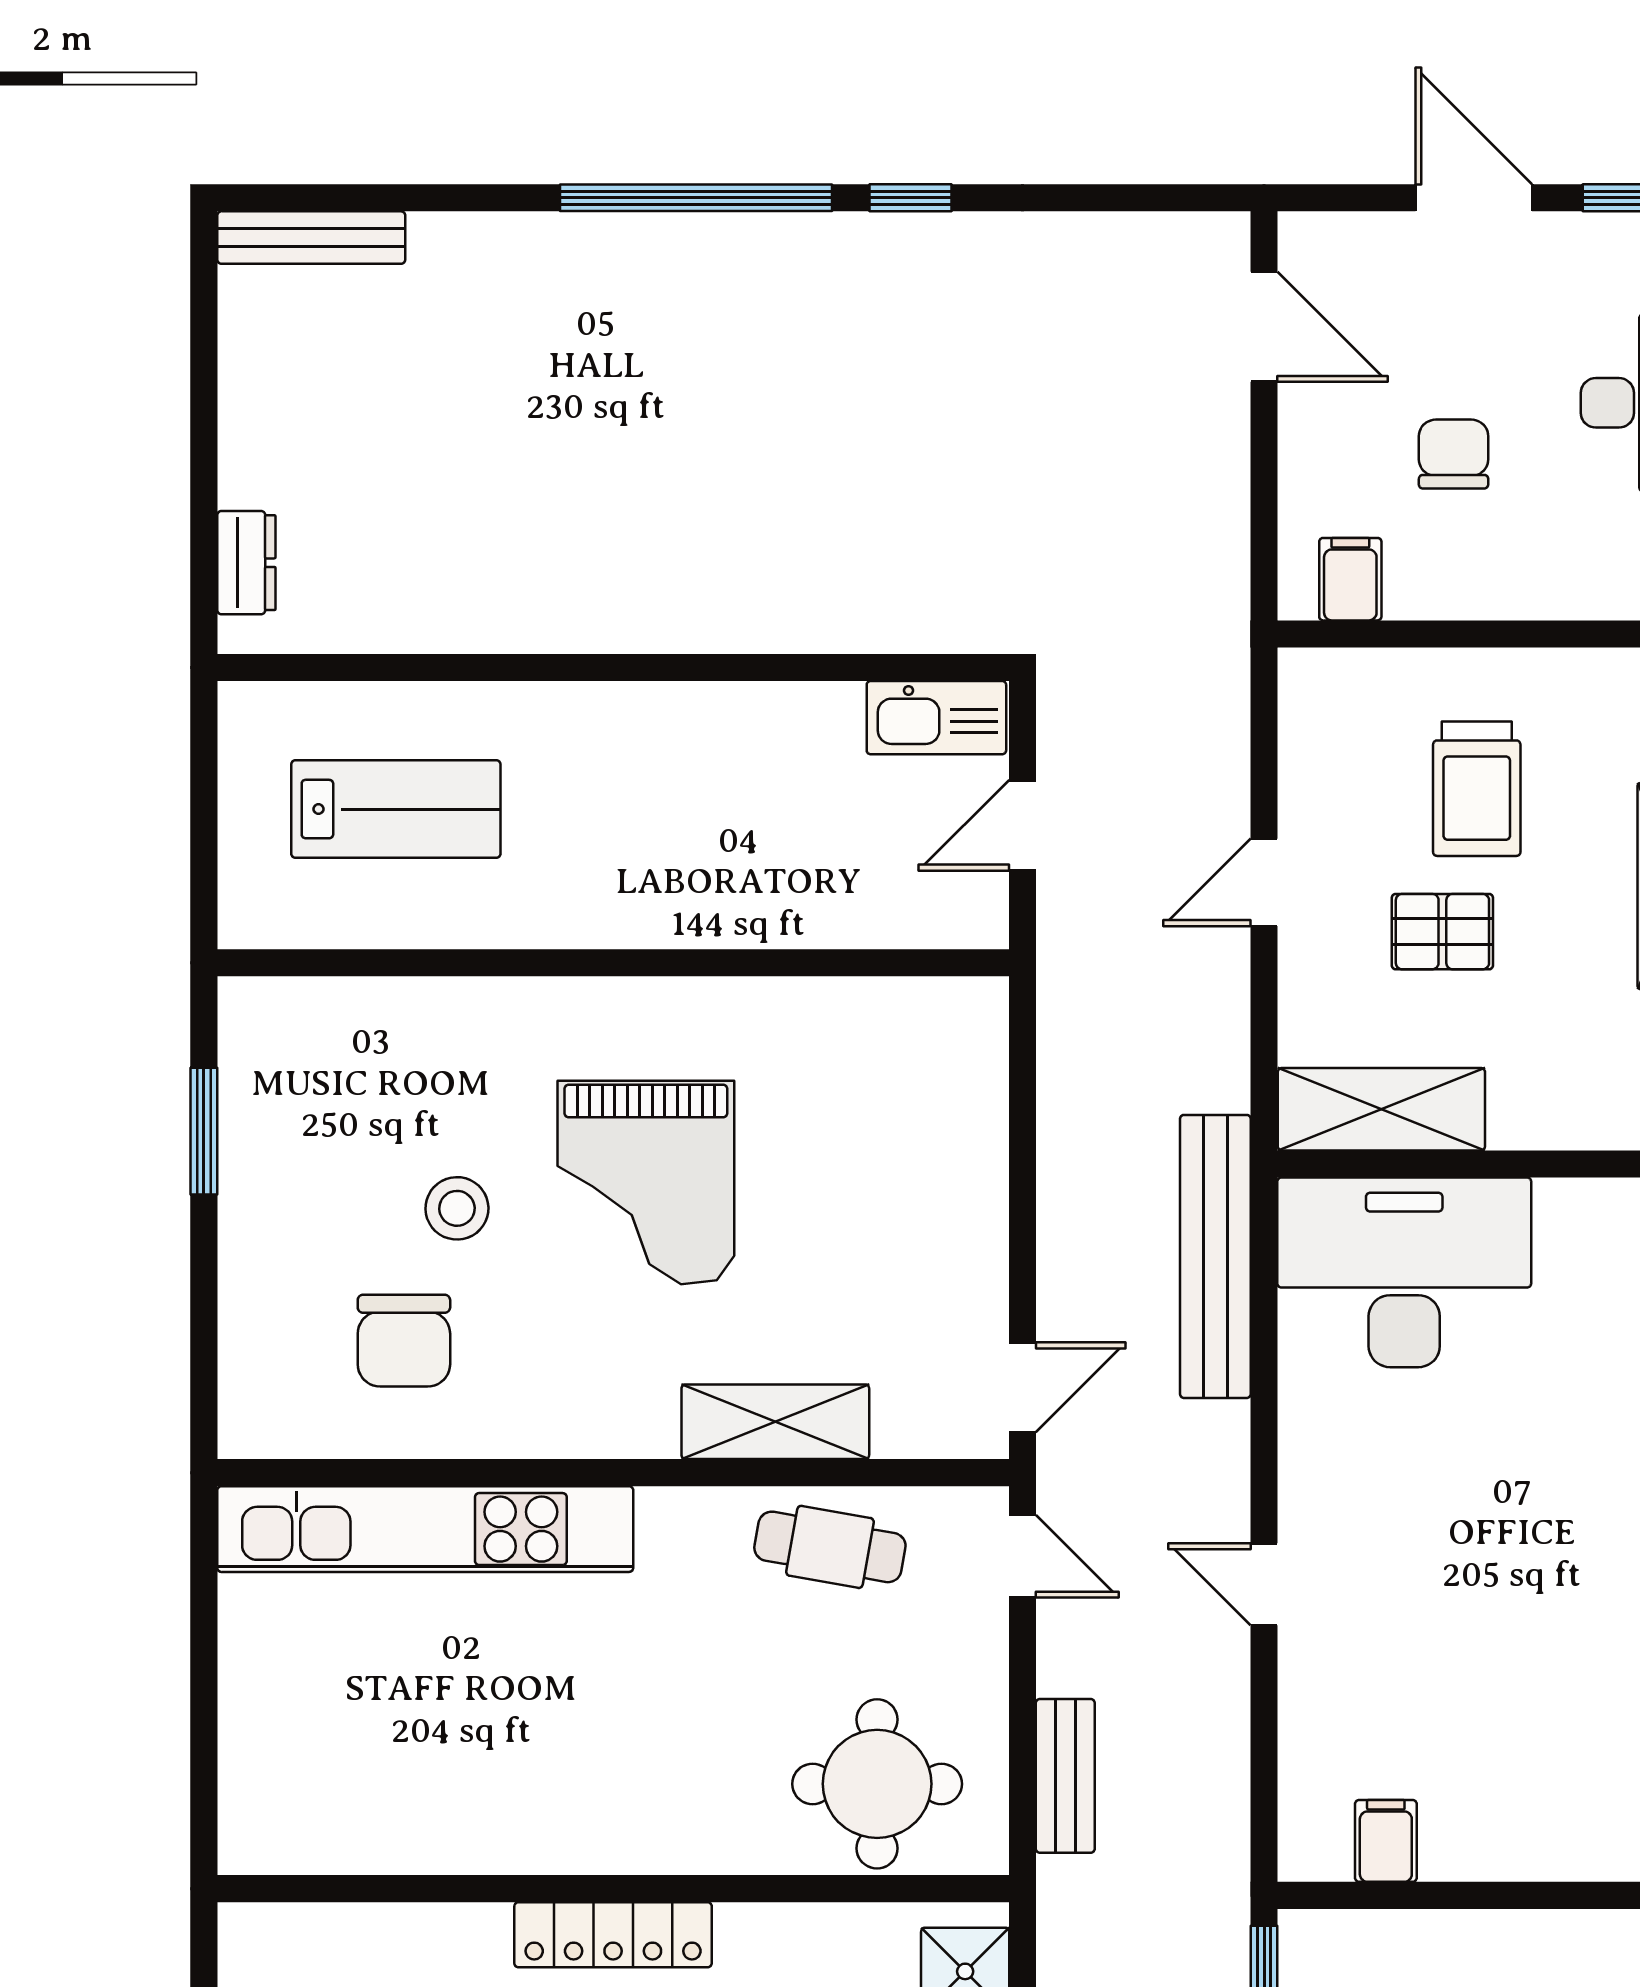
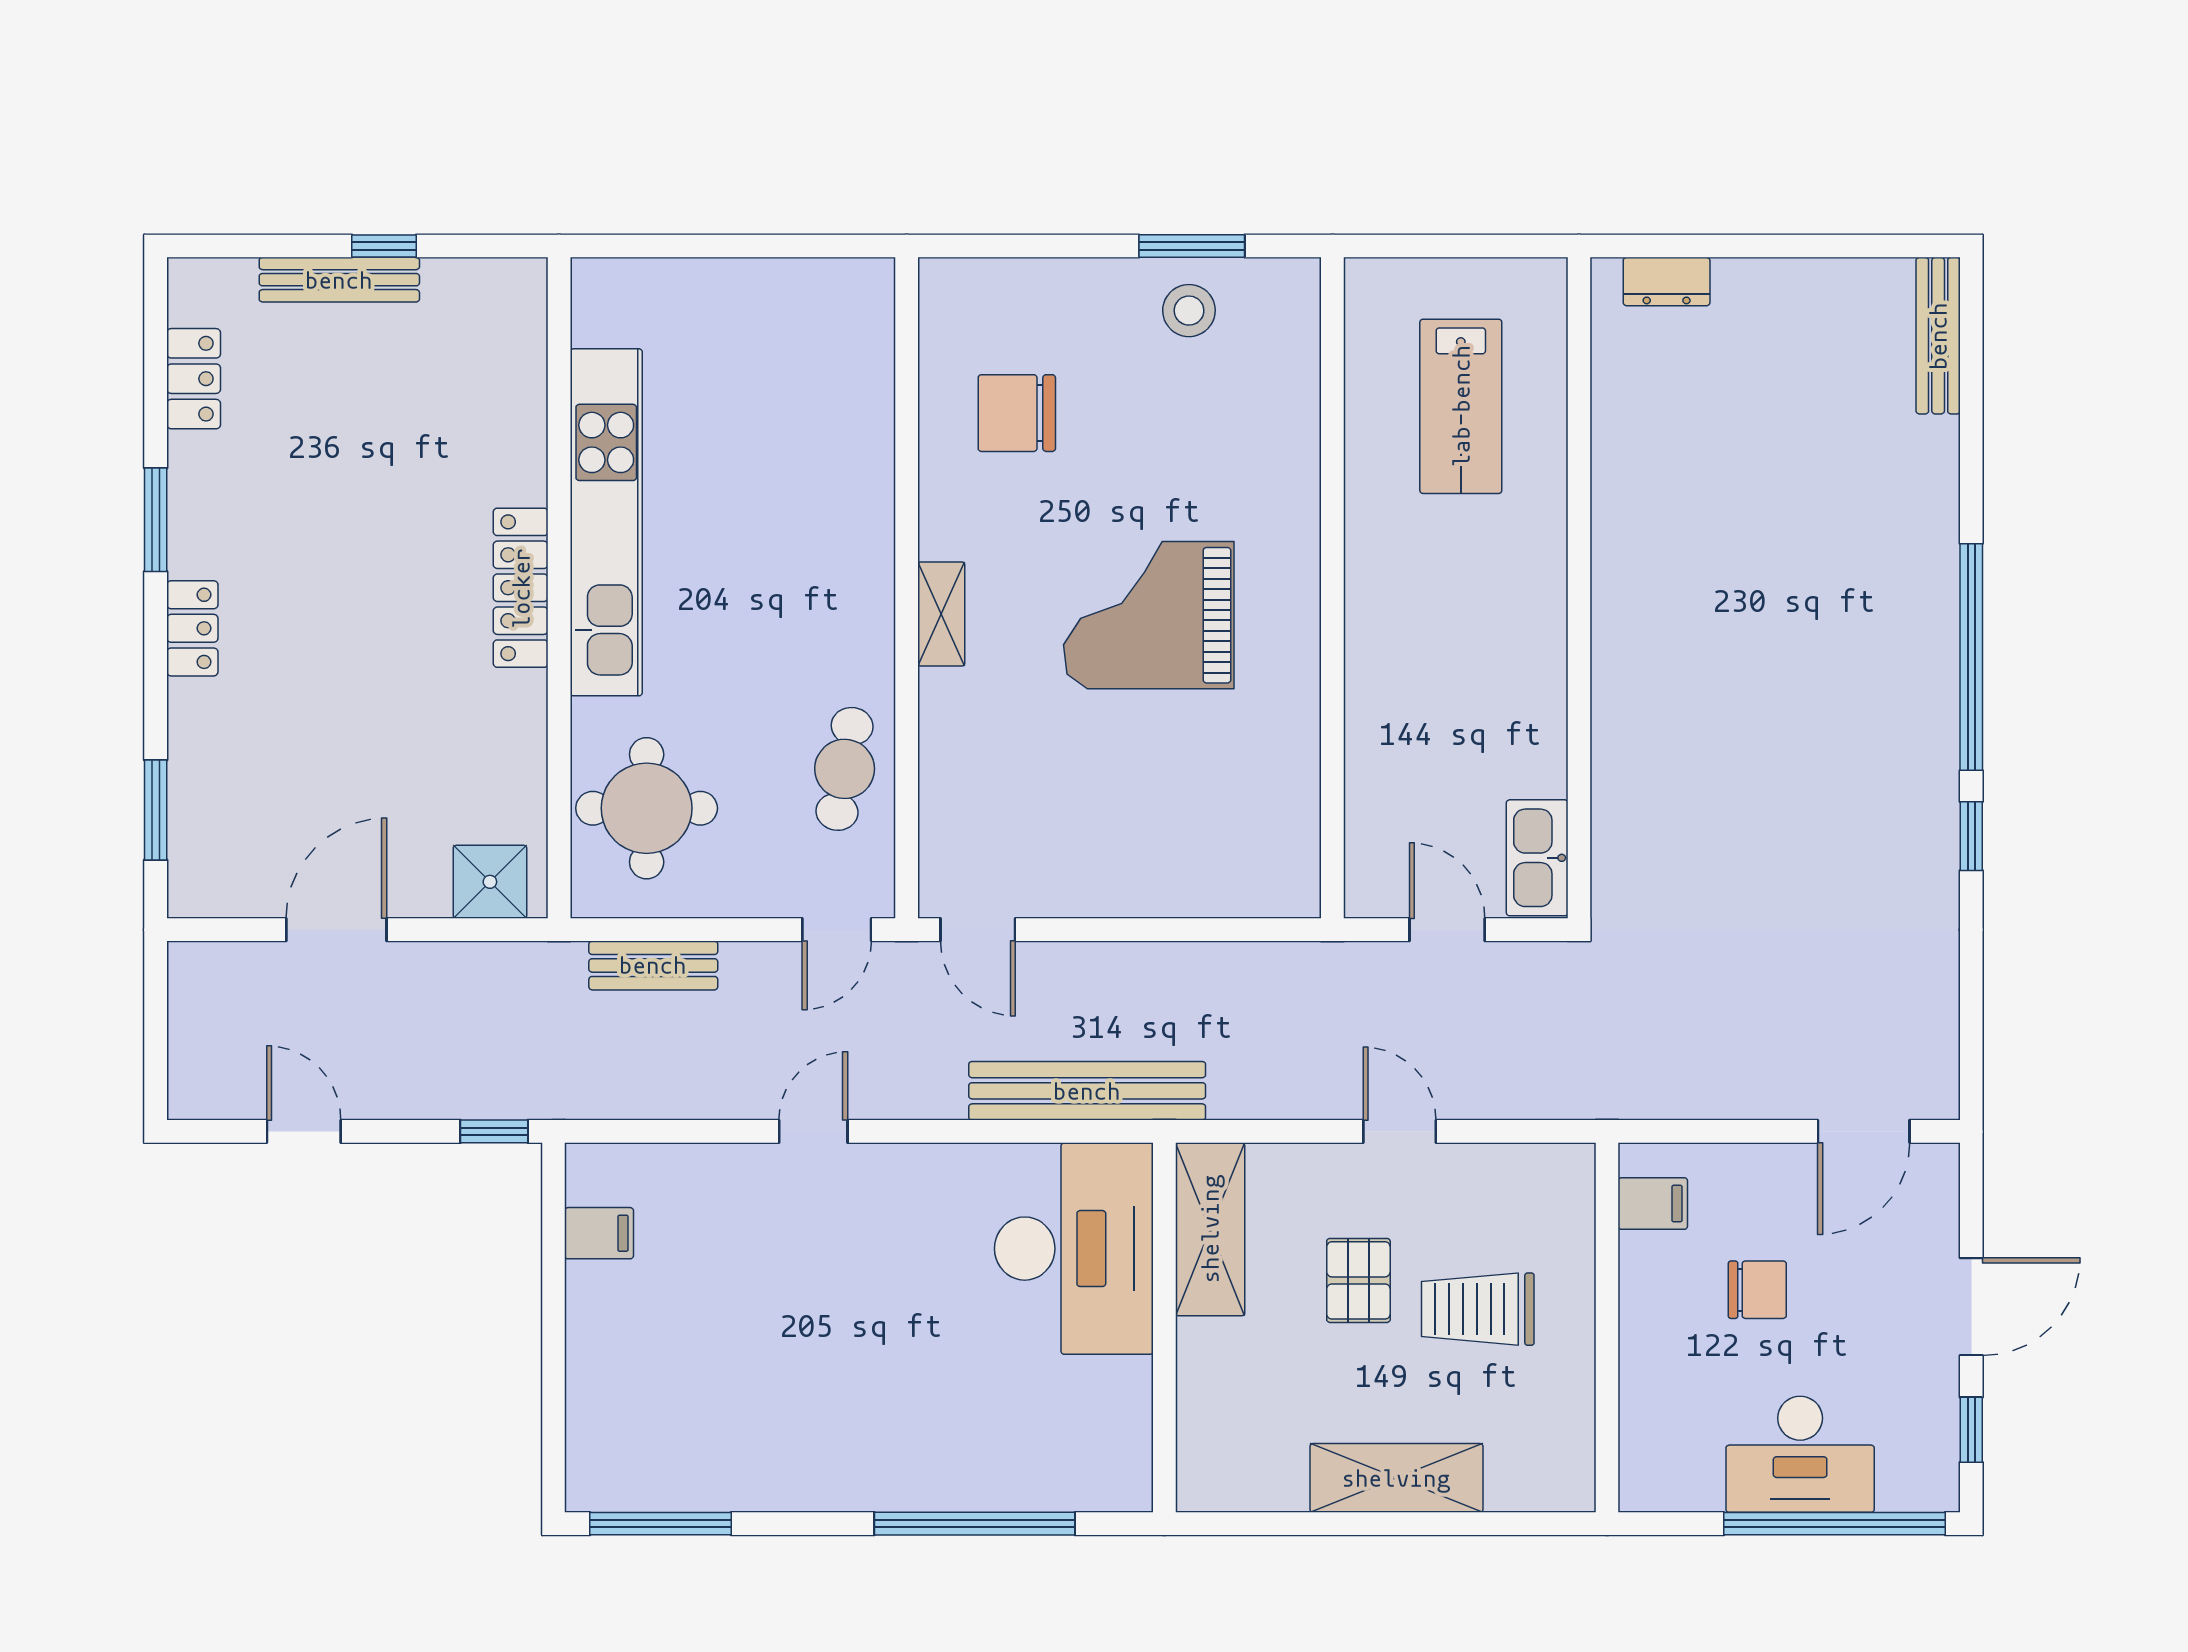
stool: (457, 1208) -> (1189, 311), moved
shelving: (775, 1422) -> (941, 614), moved, width x0.67, depth x0.75
kitchen unit: (425, 1529) -> (606, 522), moved, turned 180

